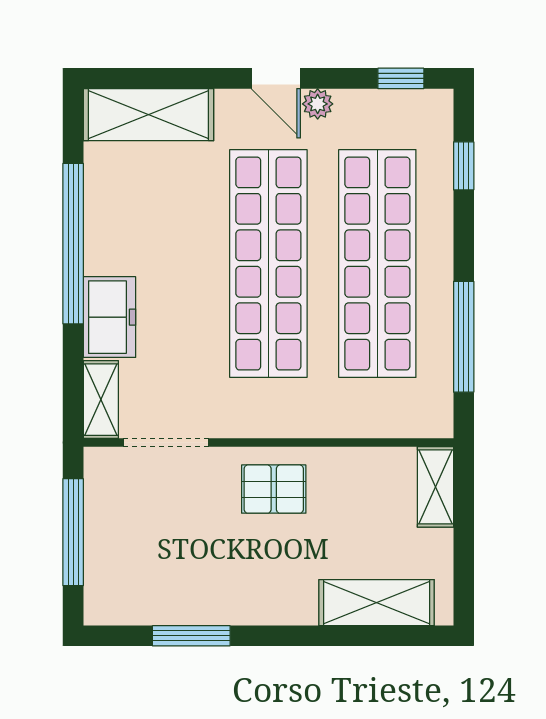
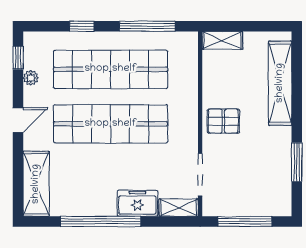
plant: (318, 104) -> (31, 78), moved
window: (464, 166) -> (82, 26), moved
pallet: (274, 489) -> (223, 121), turned 90
shelving: (377, 603) -> (280, 83), width x1.47

